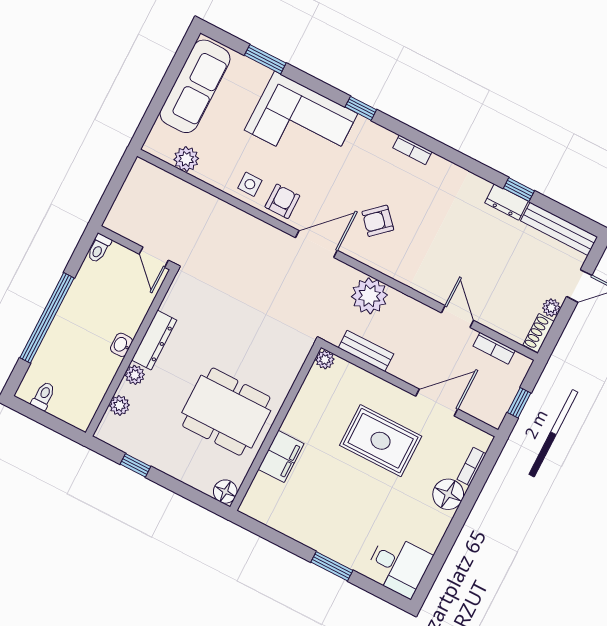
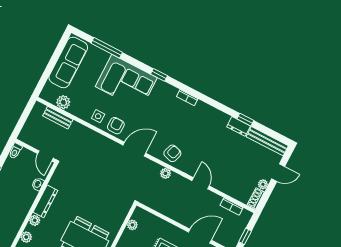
window: (265, 59) -> (107, 48), width x1.44
armchair: (378, 221) -> (172, 153), moved, turned 149
plant: (369, 296) -> (166, 173), width x0.53, depth x0.53
door: (458, 317) -> (201, 183), moved
washbasin: (121, 345) -> (38, 184), moved
bench: (366, 351) -> (58, 118), moved
plant: (325, 360) -> (132, 225), moved

